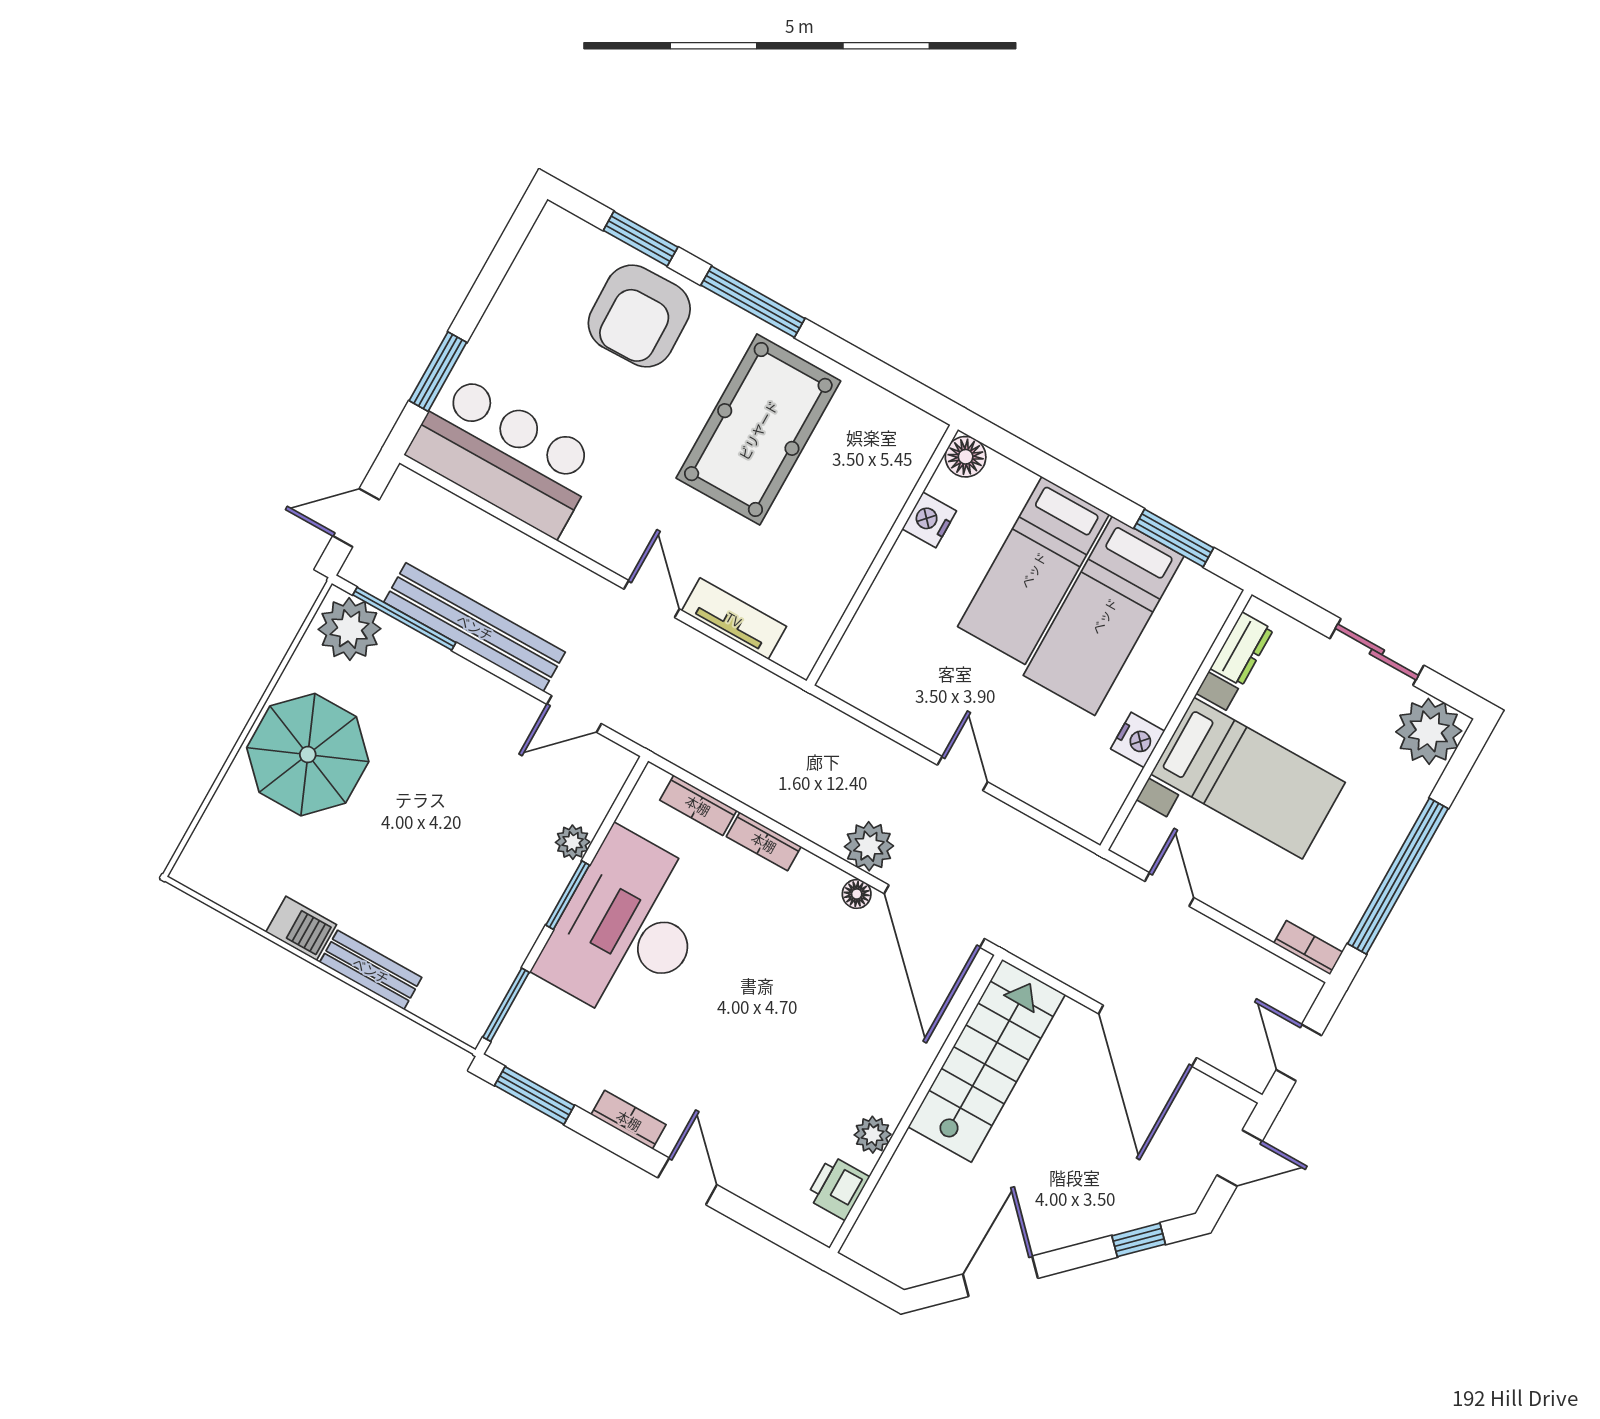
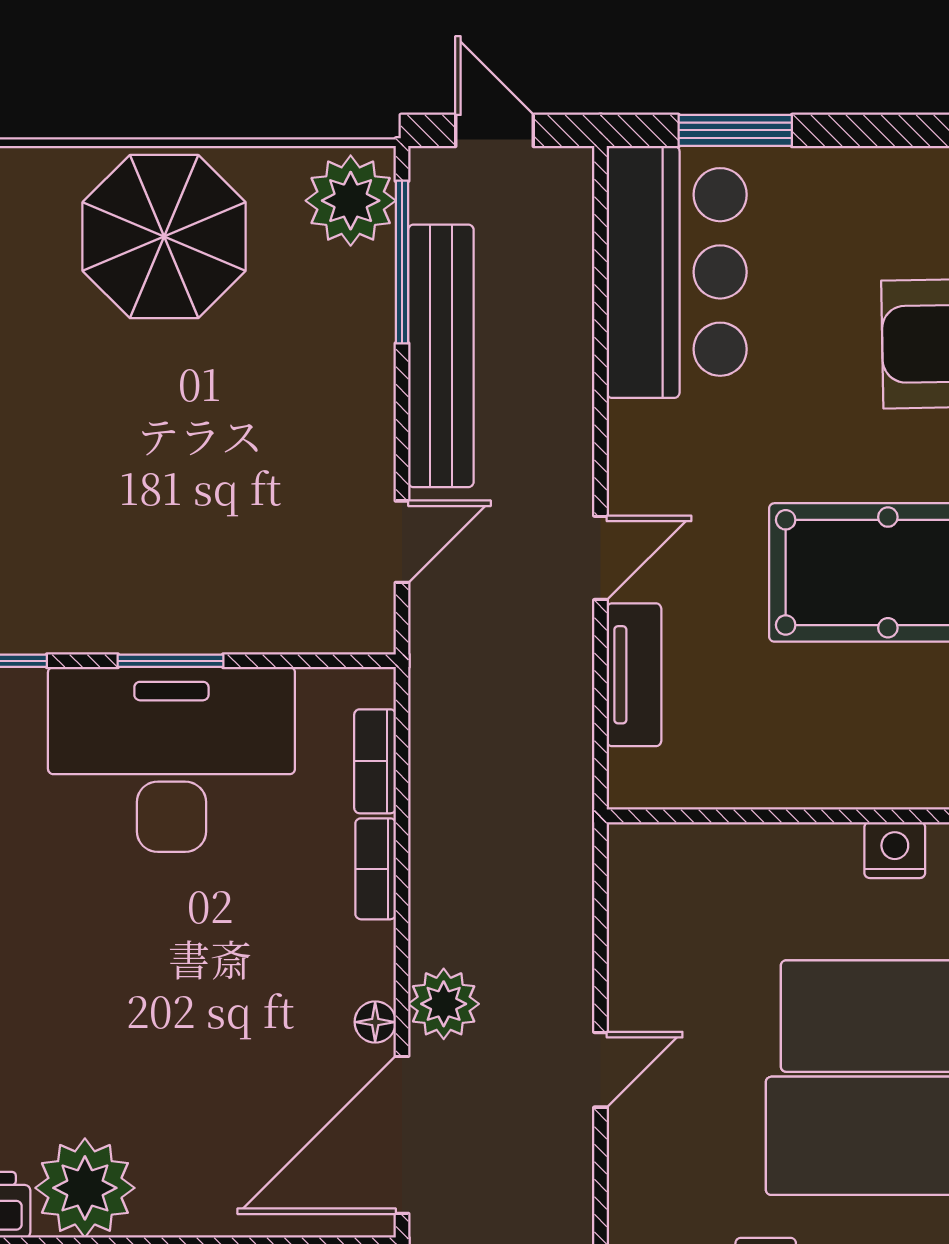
door: (574, 714) -> (402, 542), swing flipped
plant: (573, 842) -> (240, 630), removed
plant: (873, 1135) -> (85, 1188), width x1.87, depth x1.87

